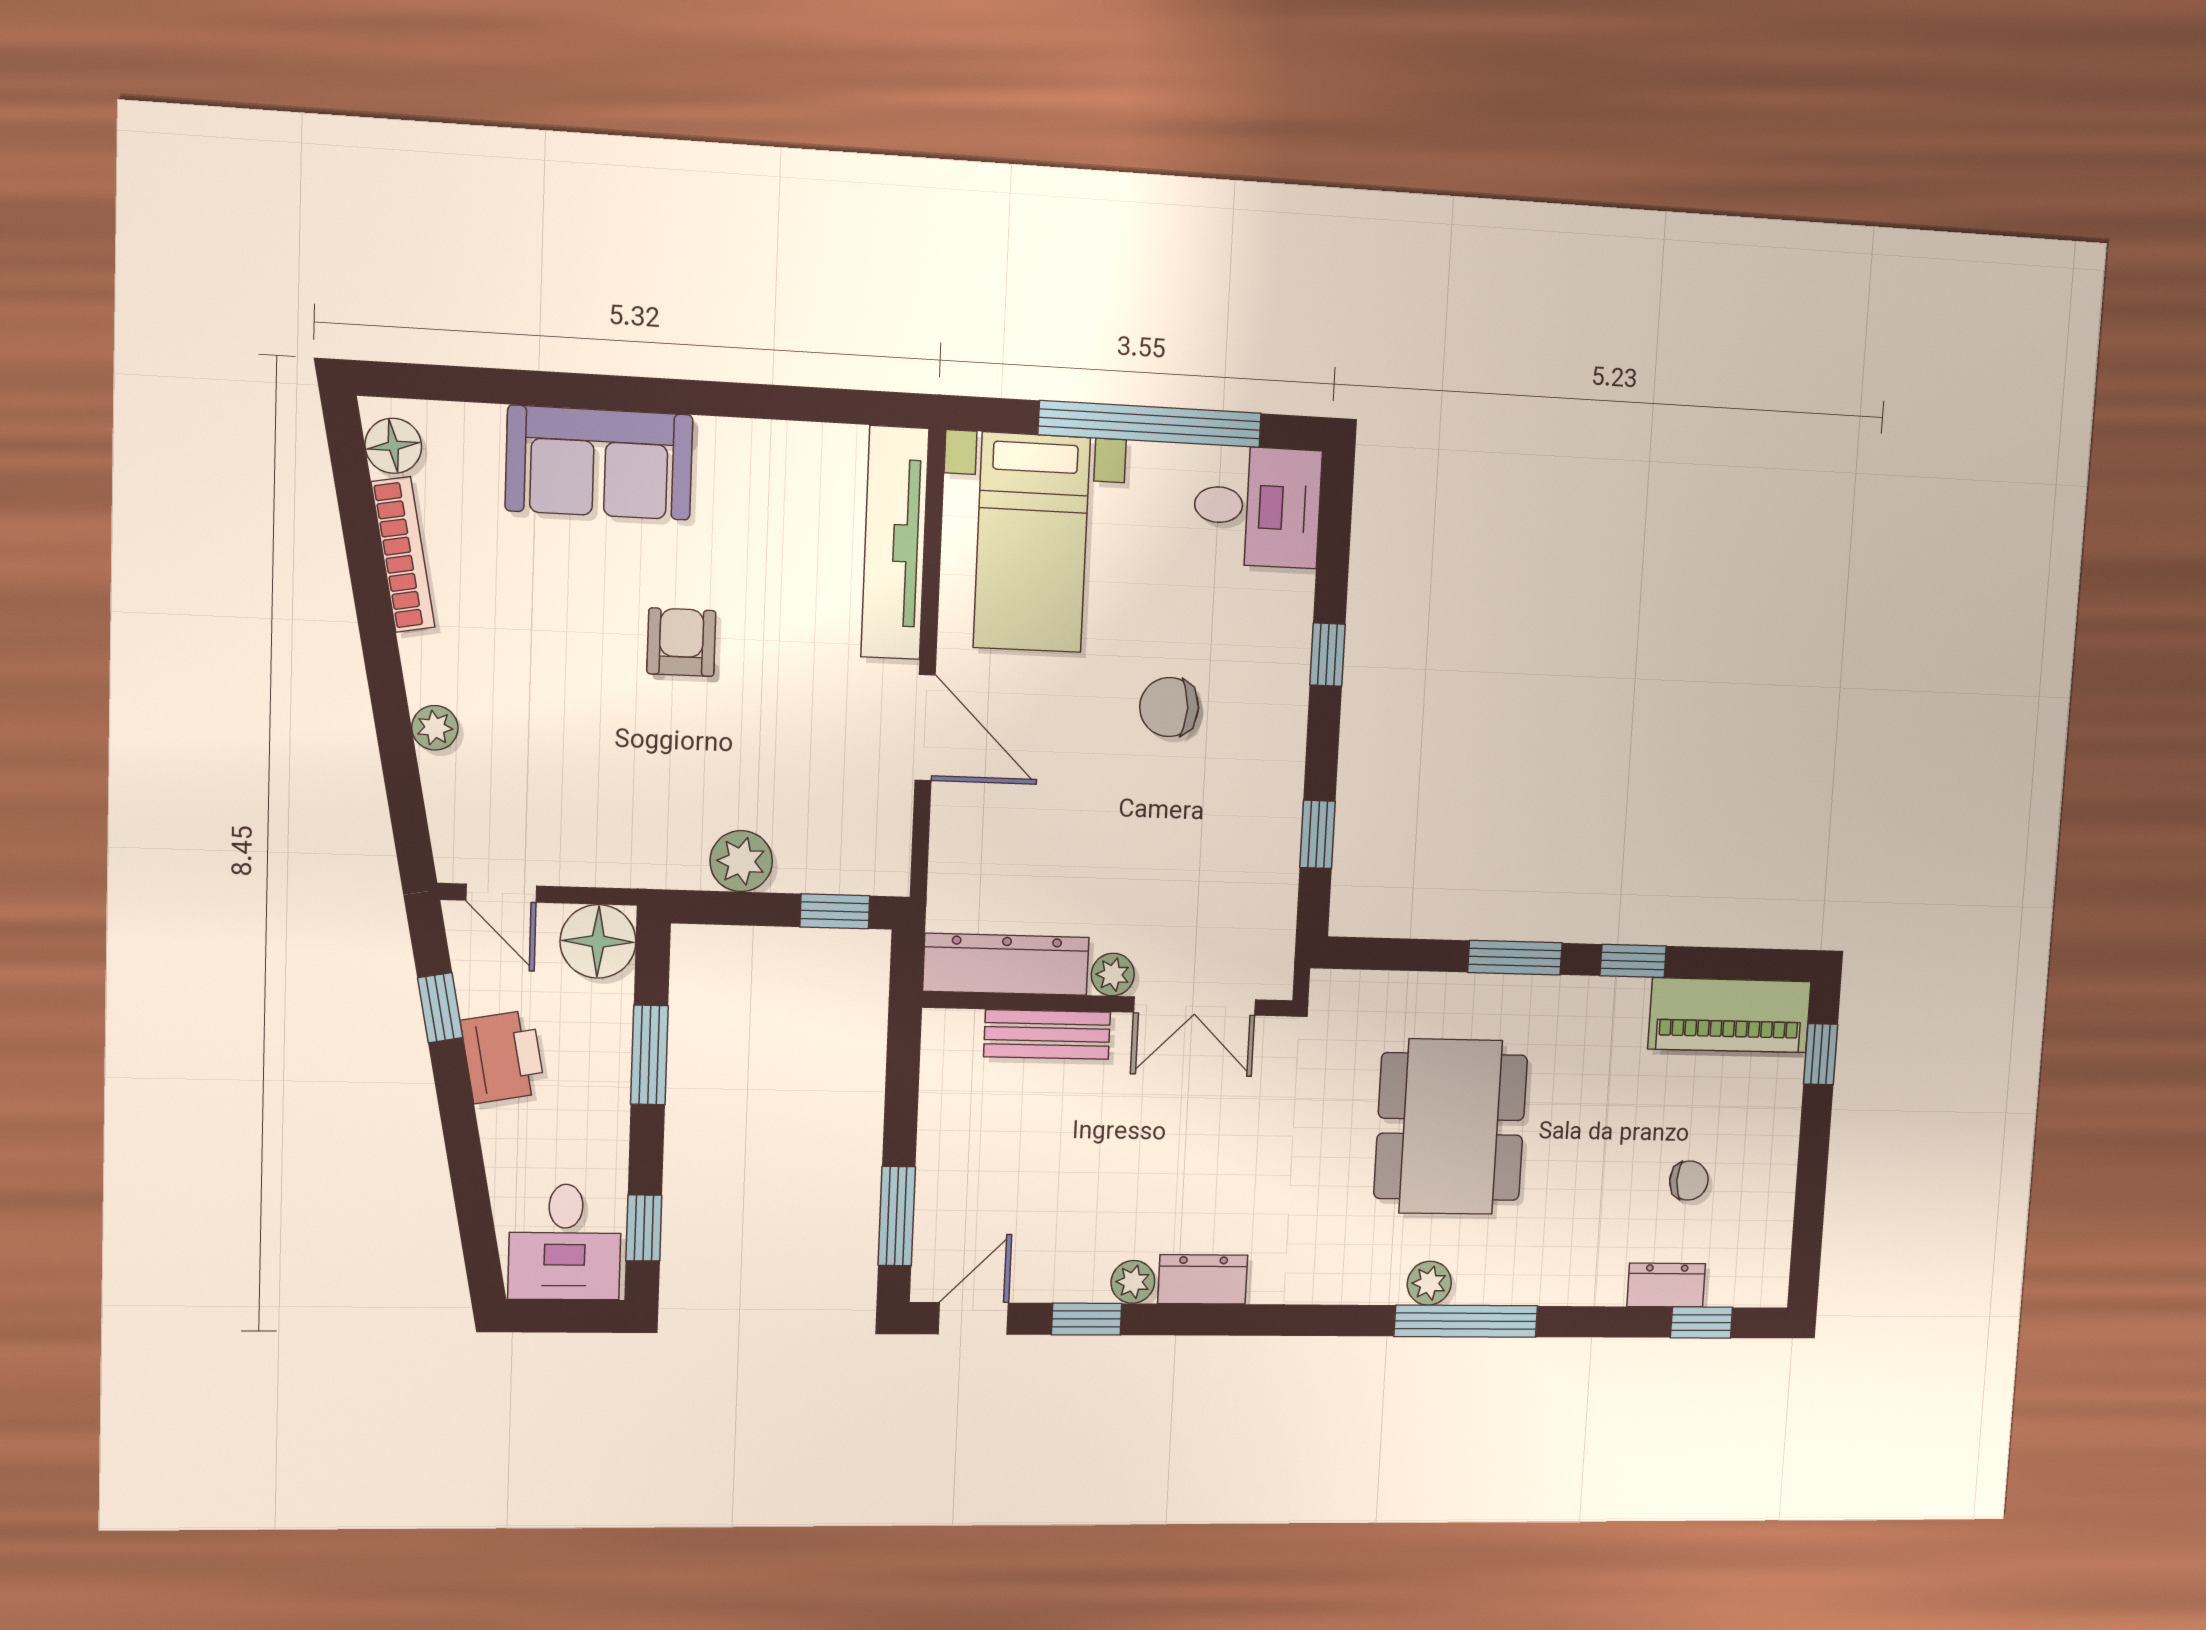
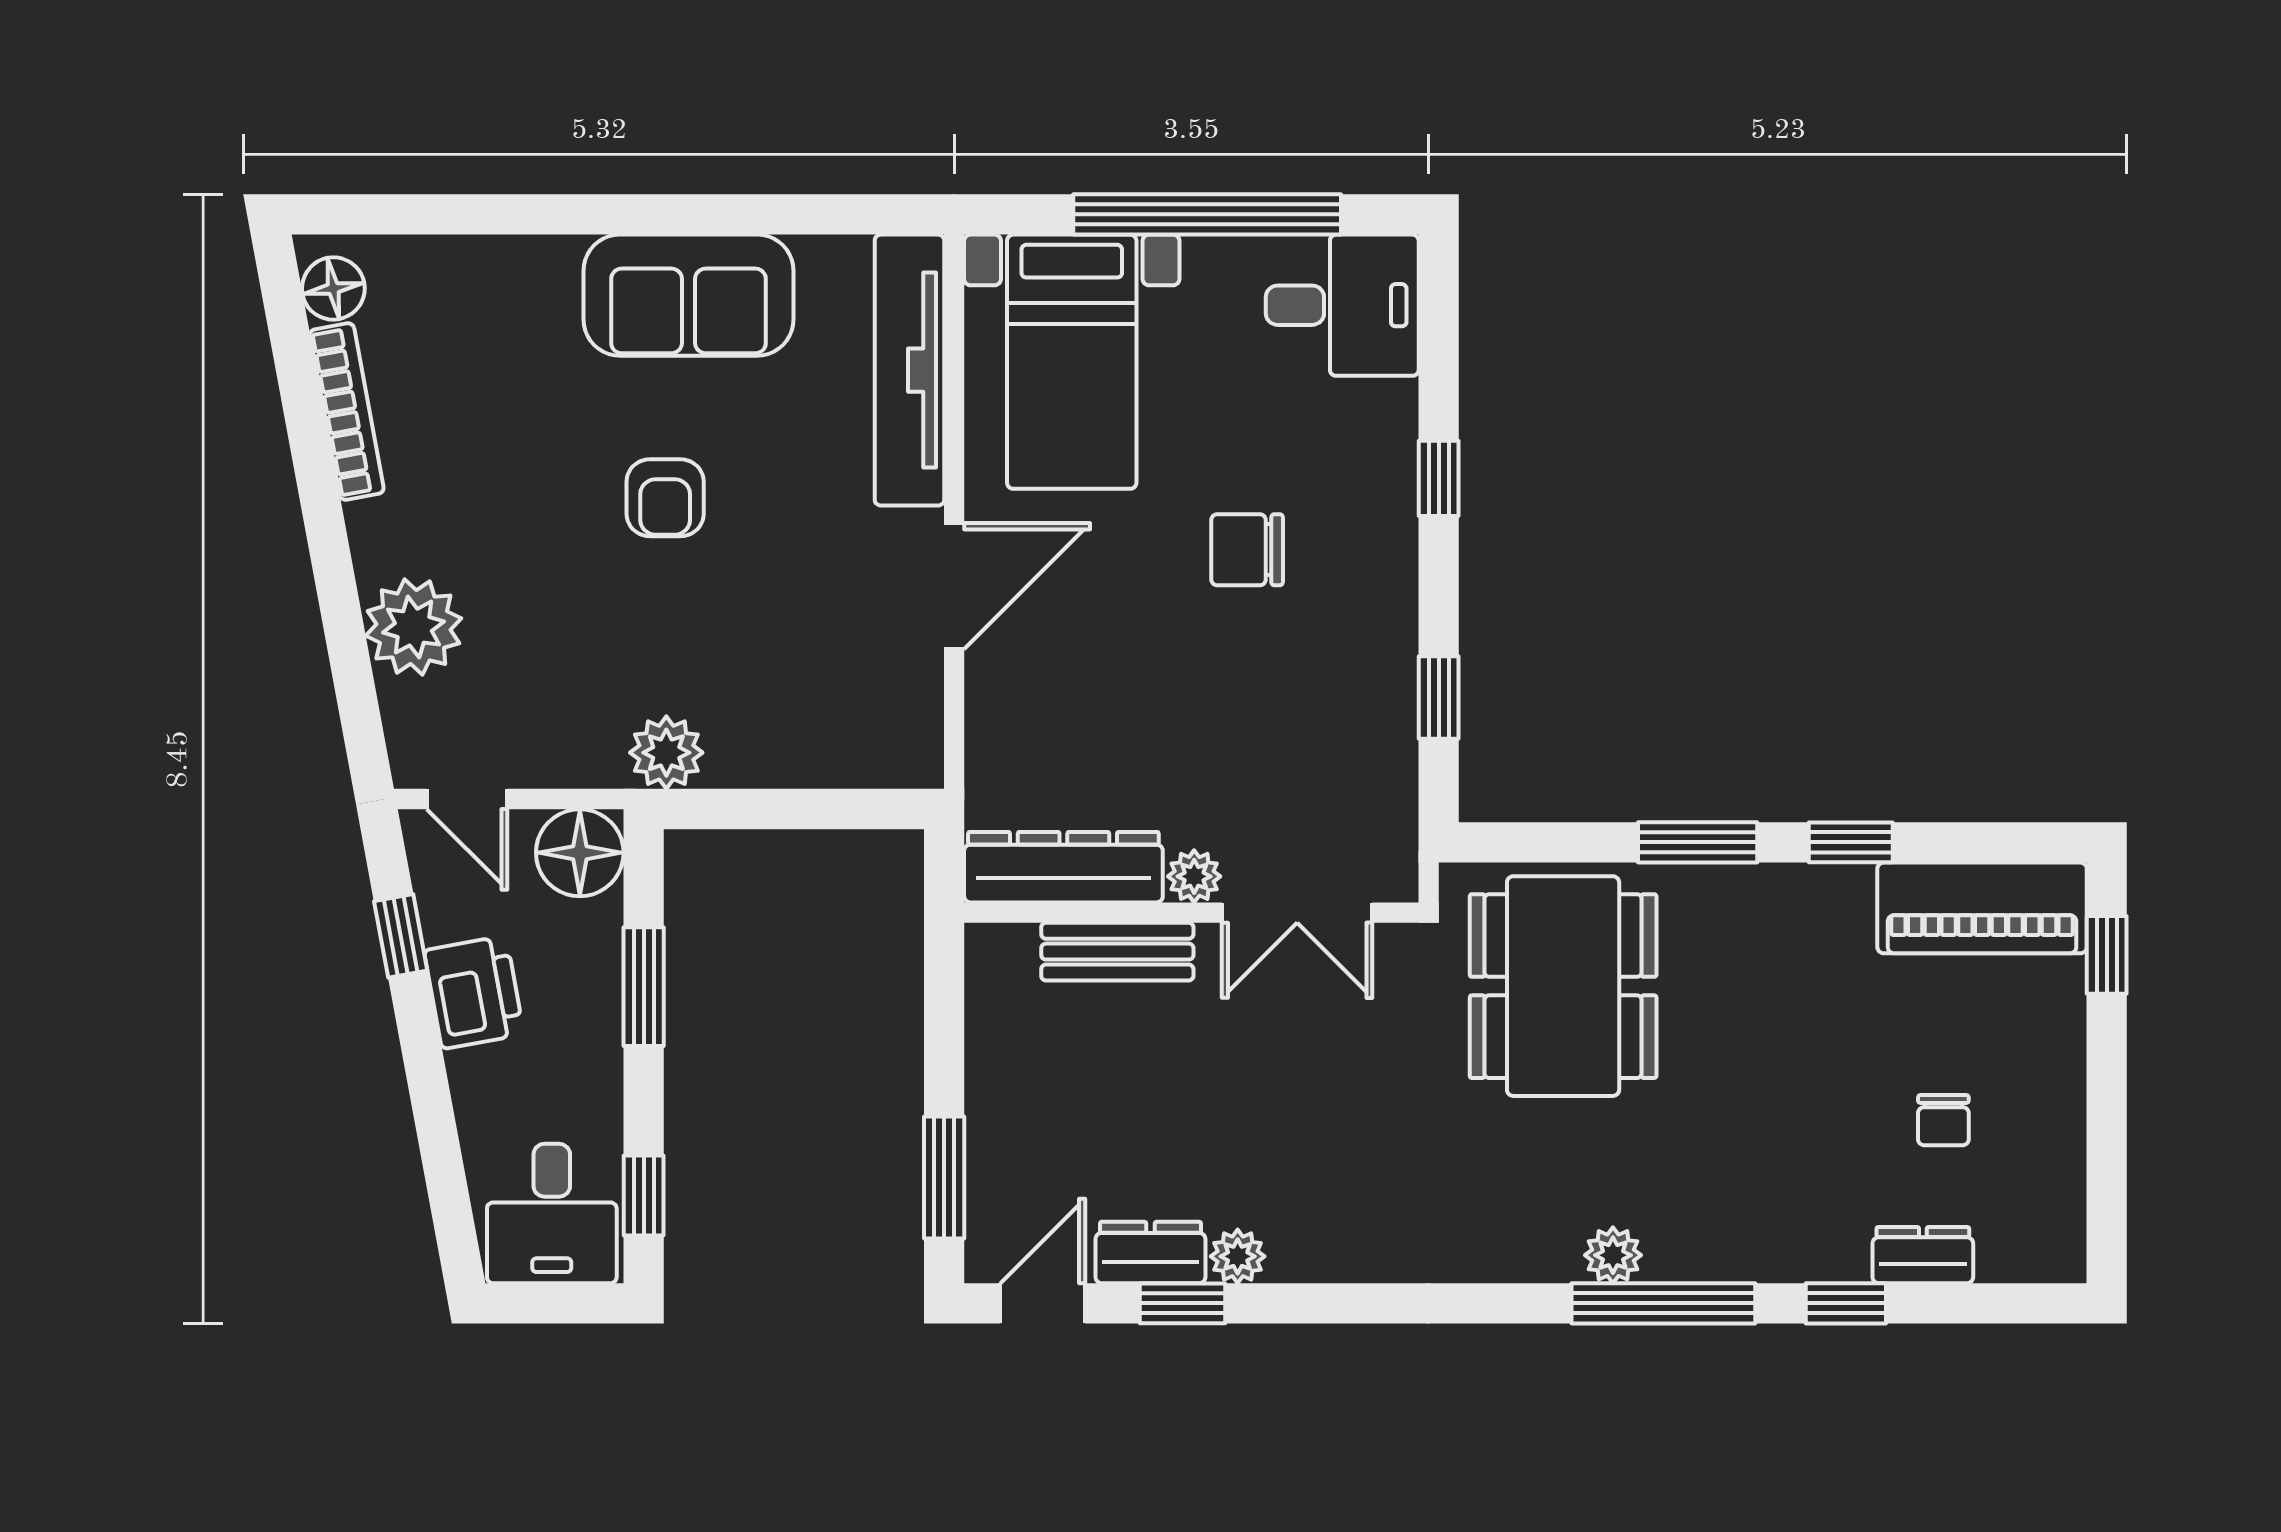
sofa: (599, 463) -> (688, 295), moved
armchair: (681, 642) -> (665, 498), turned 180
plant: (435, 728) -> (413, 627), width x1.87, depth x1.87
door: (925, 728) -> (954, 586), hinge flipped
plant: (741, 861) -> (666, 753), moved
window: (835, 911) -> (856, 809), removed
dining table: (1451, 1127) -> (1563, 986), moved
chair: (1689, 1181) -> (1943, 1120), turned 90
dresser: (1203, 1279) -> (1150, 1253), moved
window: (1702, 1322) -> (1846, 1303), moved

